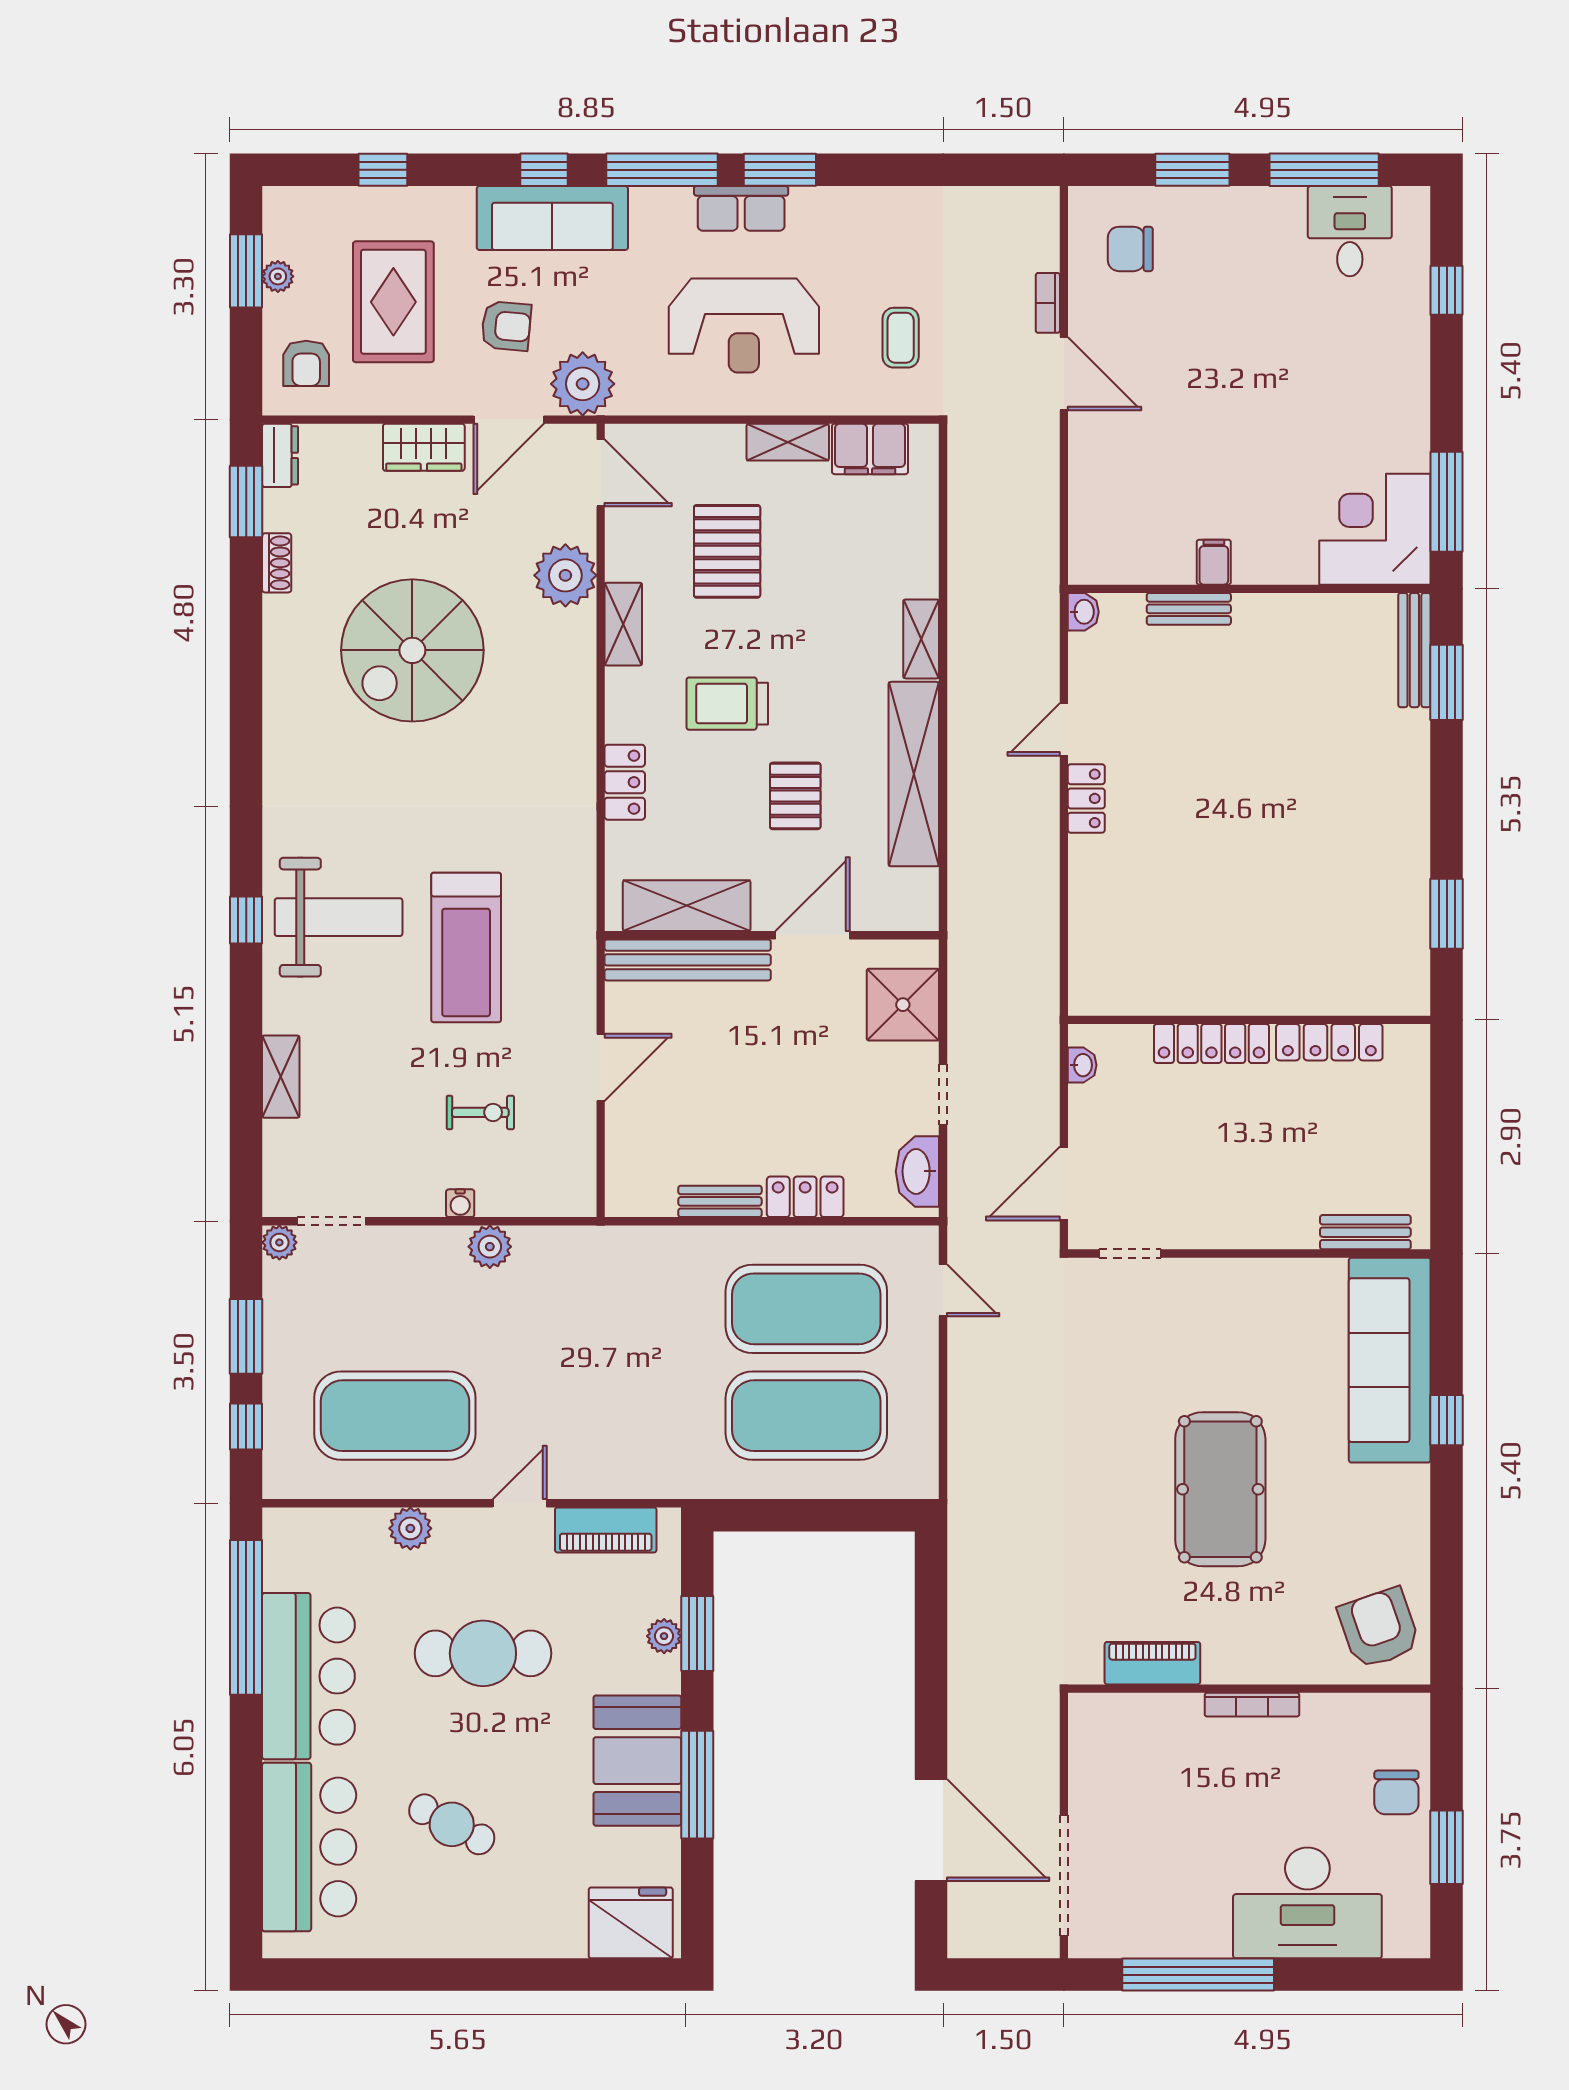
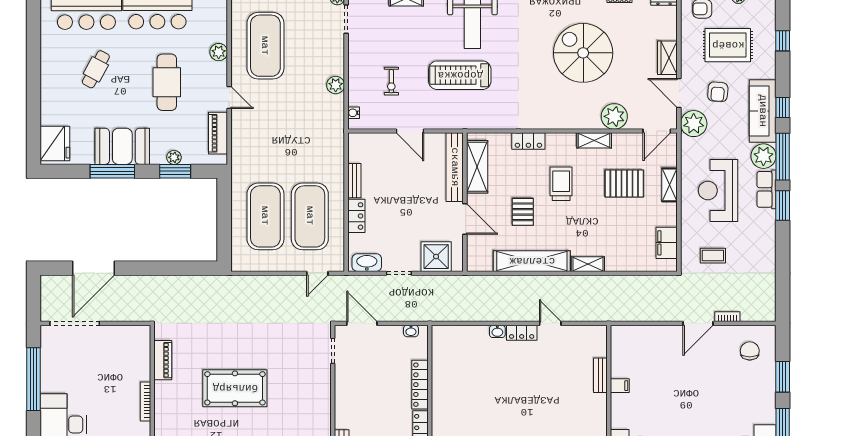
plant: (661, 216) -> (763, 156), added
shelving: (788, 442) -> (670, 185), moved
washbasin: (1083, 612) -> (497, 331), moved
pallet: (795, 796) -> (523, 212), turned 90
water cooler: (460, 1203) -> (354, 113), moved

